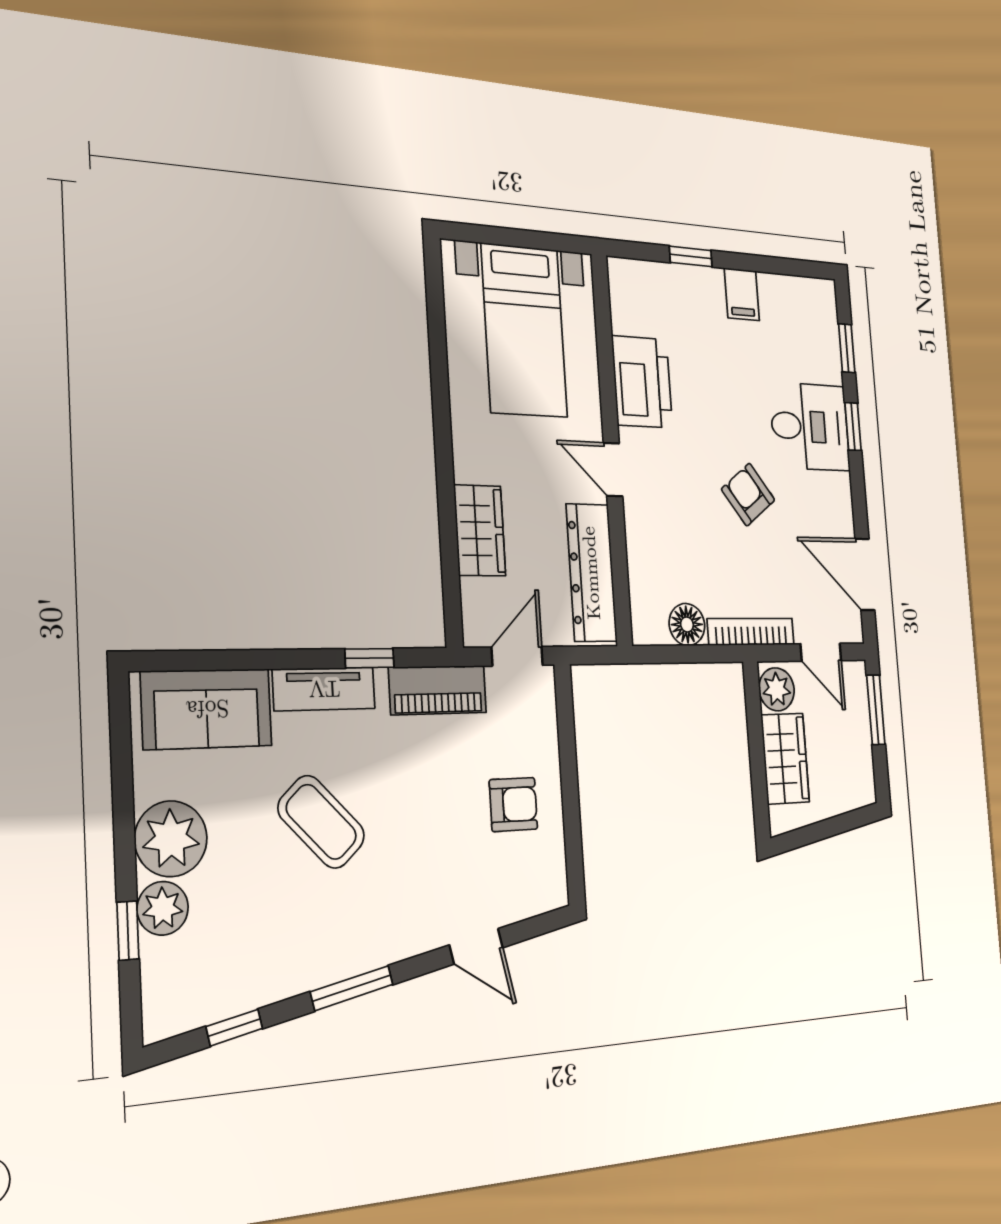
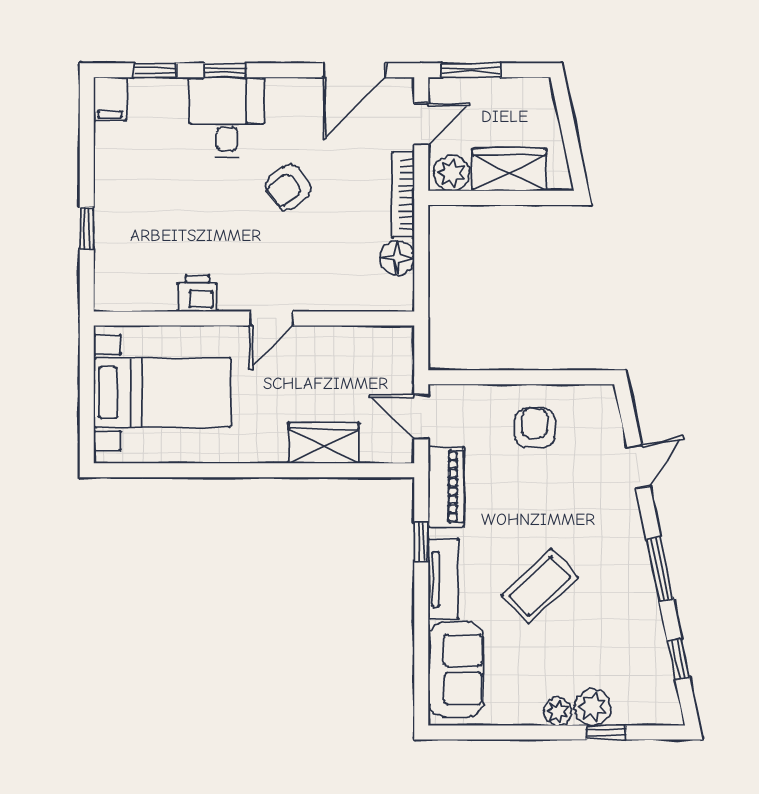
filing cabinet: (742, 294) -> (110, 99), moved, turned 90
printer: (642, 382) -> (197, 294), width x0.53, depth x0.68
dresser: (591, 573) -> (355, 345), removed
plant: (171, 839) -> (558, 712), width x0.53, depth x0.53

